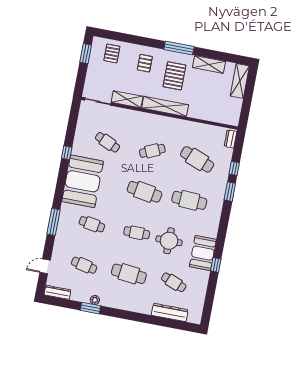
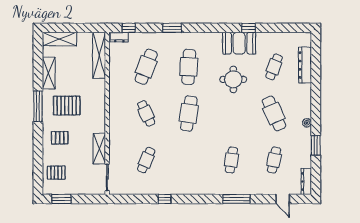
shelving: (165, 106) -> (99, 55), moved
window: (234, 168) -> (129, 28), moved
booth: (83, 181) -> (190, 178), removed
cafe table: (137, 233) -> (231, 113), removed
cafe table: (129, 274) -> (274, 113), turned -30
plant: (95, 300) -> (307, 123), moved

